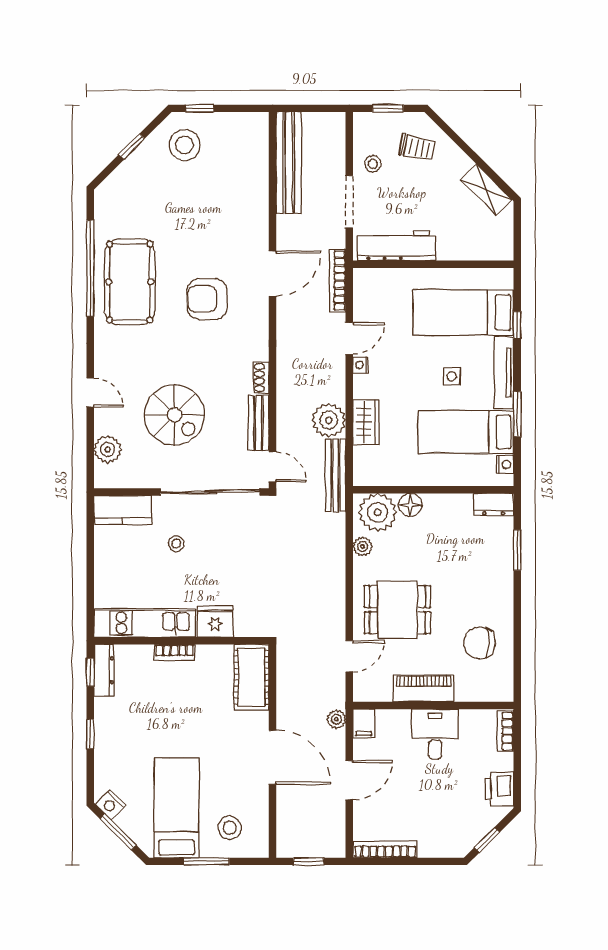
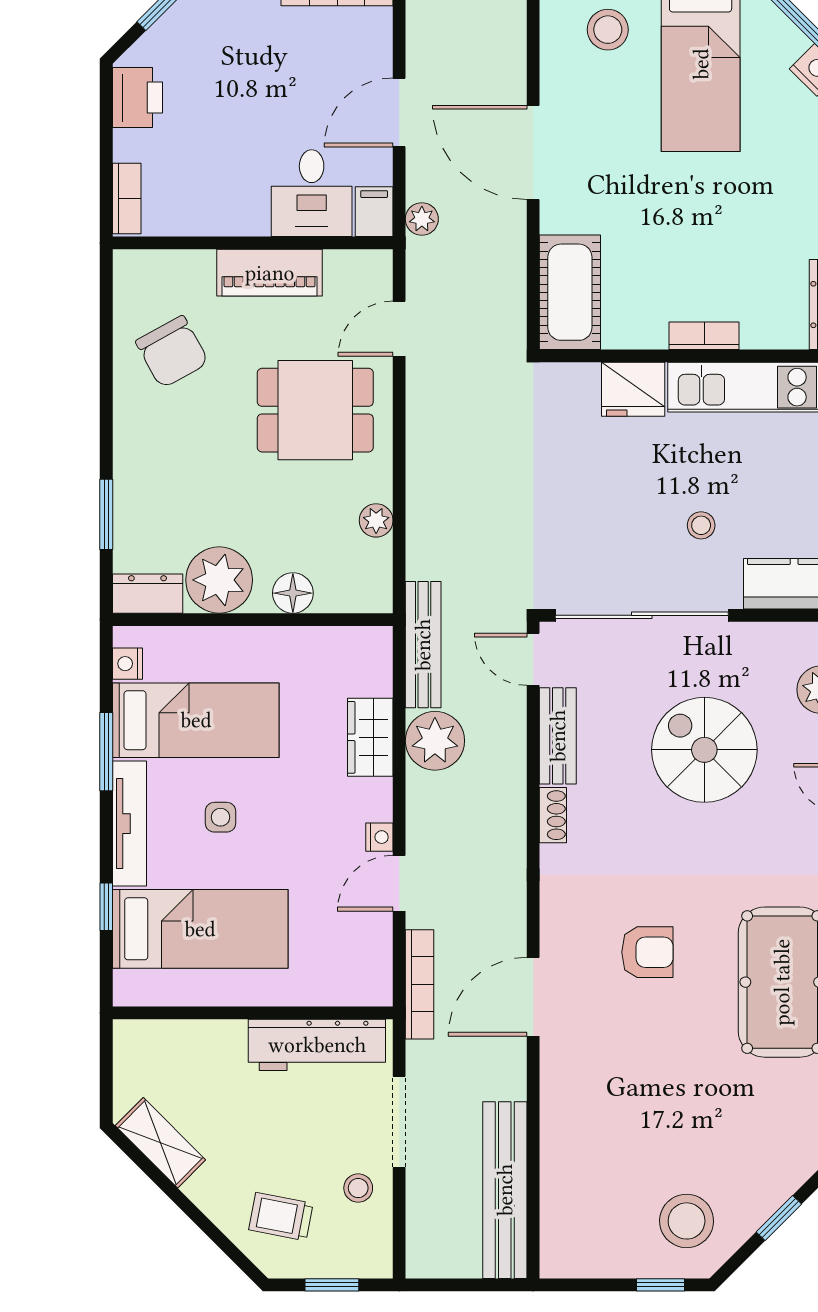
armchair: (207, 299) -> (647, 952), width x0.72, depth x0.72
plant: (378, 512) -> (219, 580), moved
chair: (479, 643) -> (172, 352), turned 61
desk: (435, 734) -> (312, 193), moved

